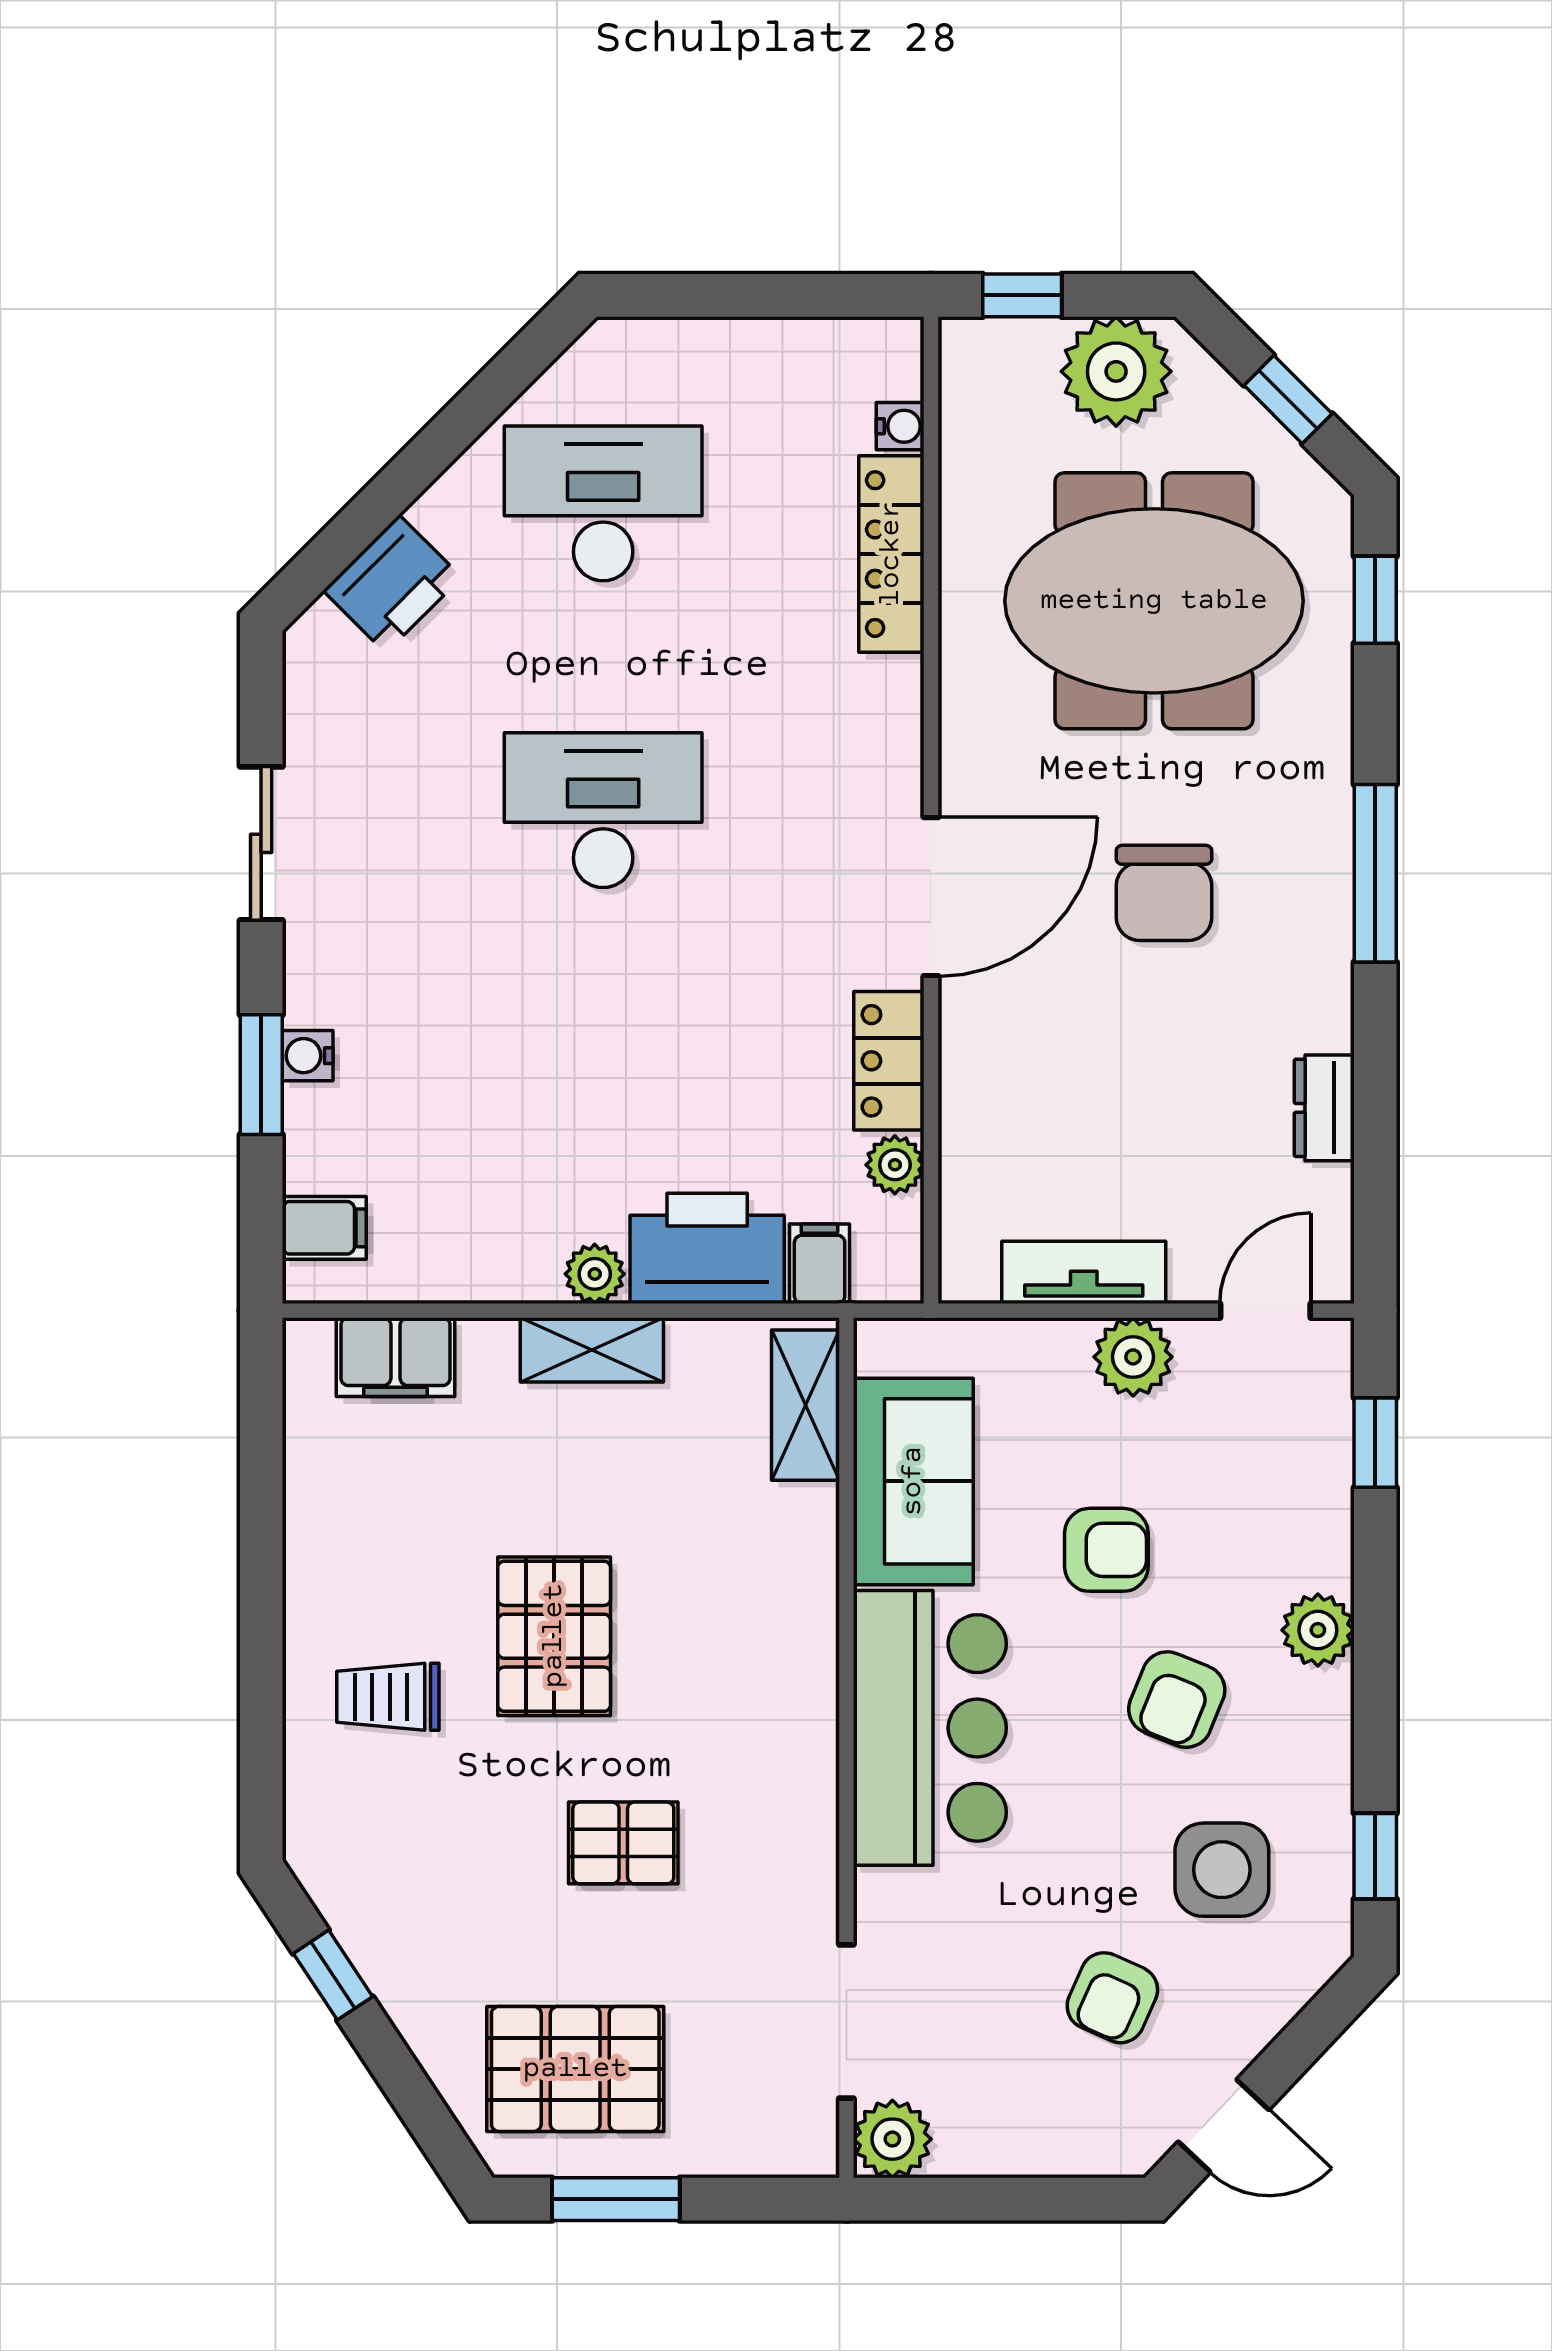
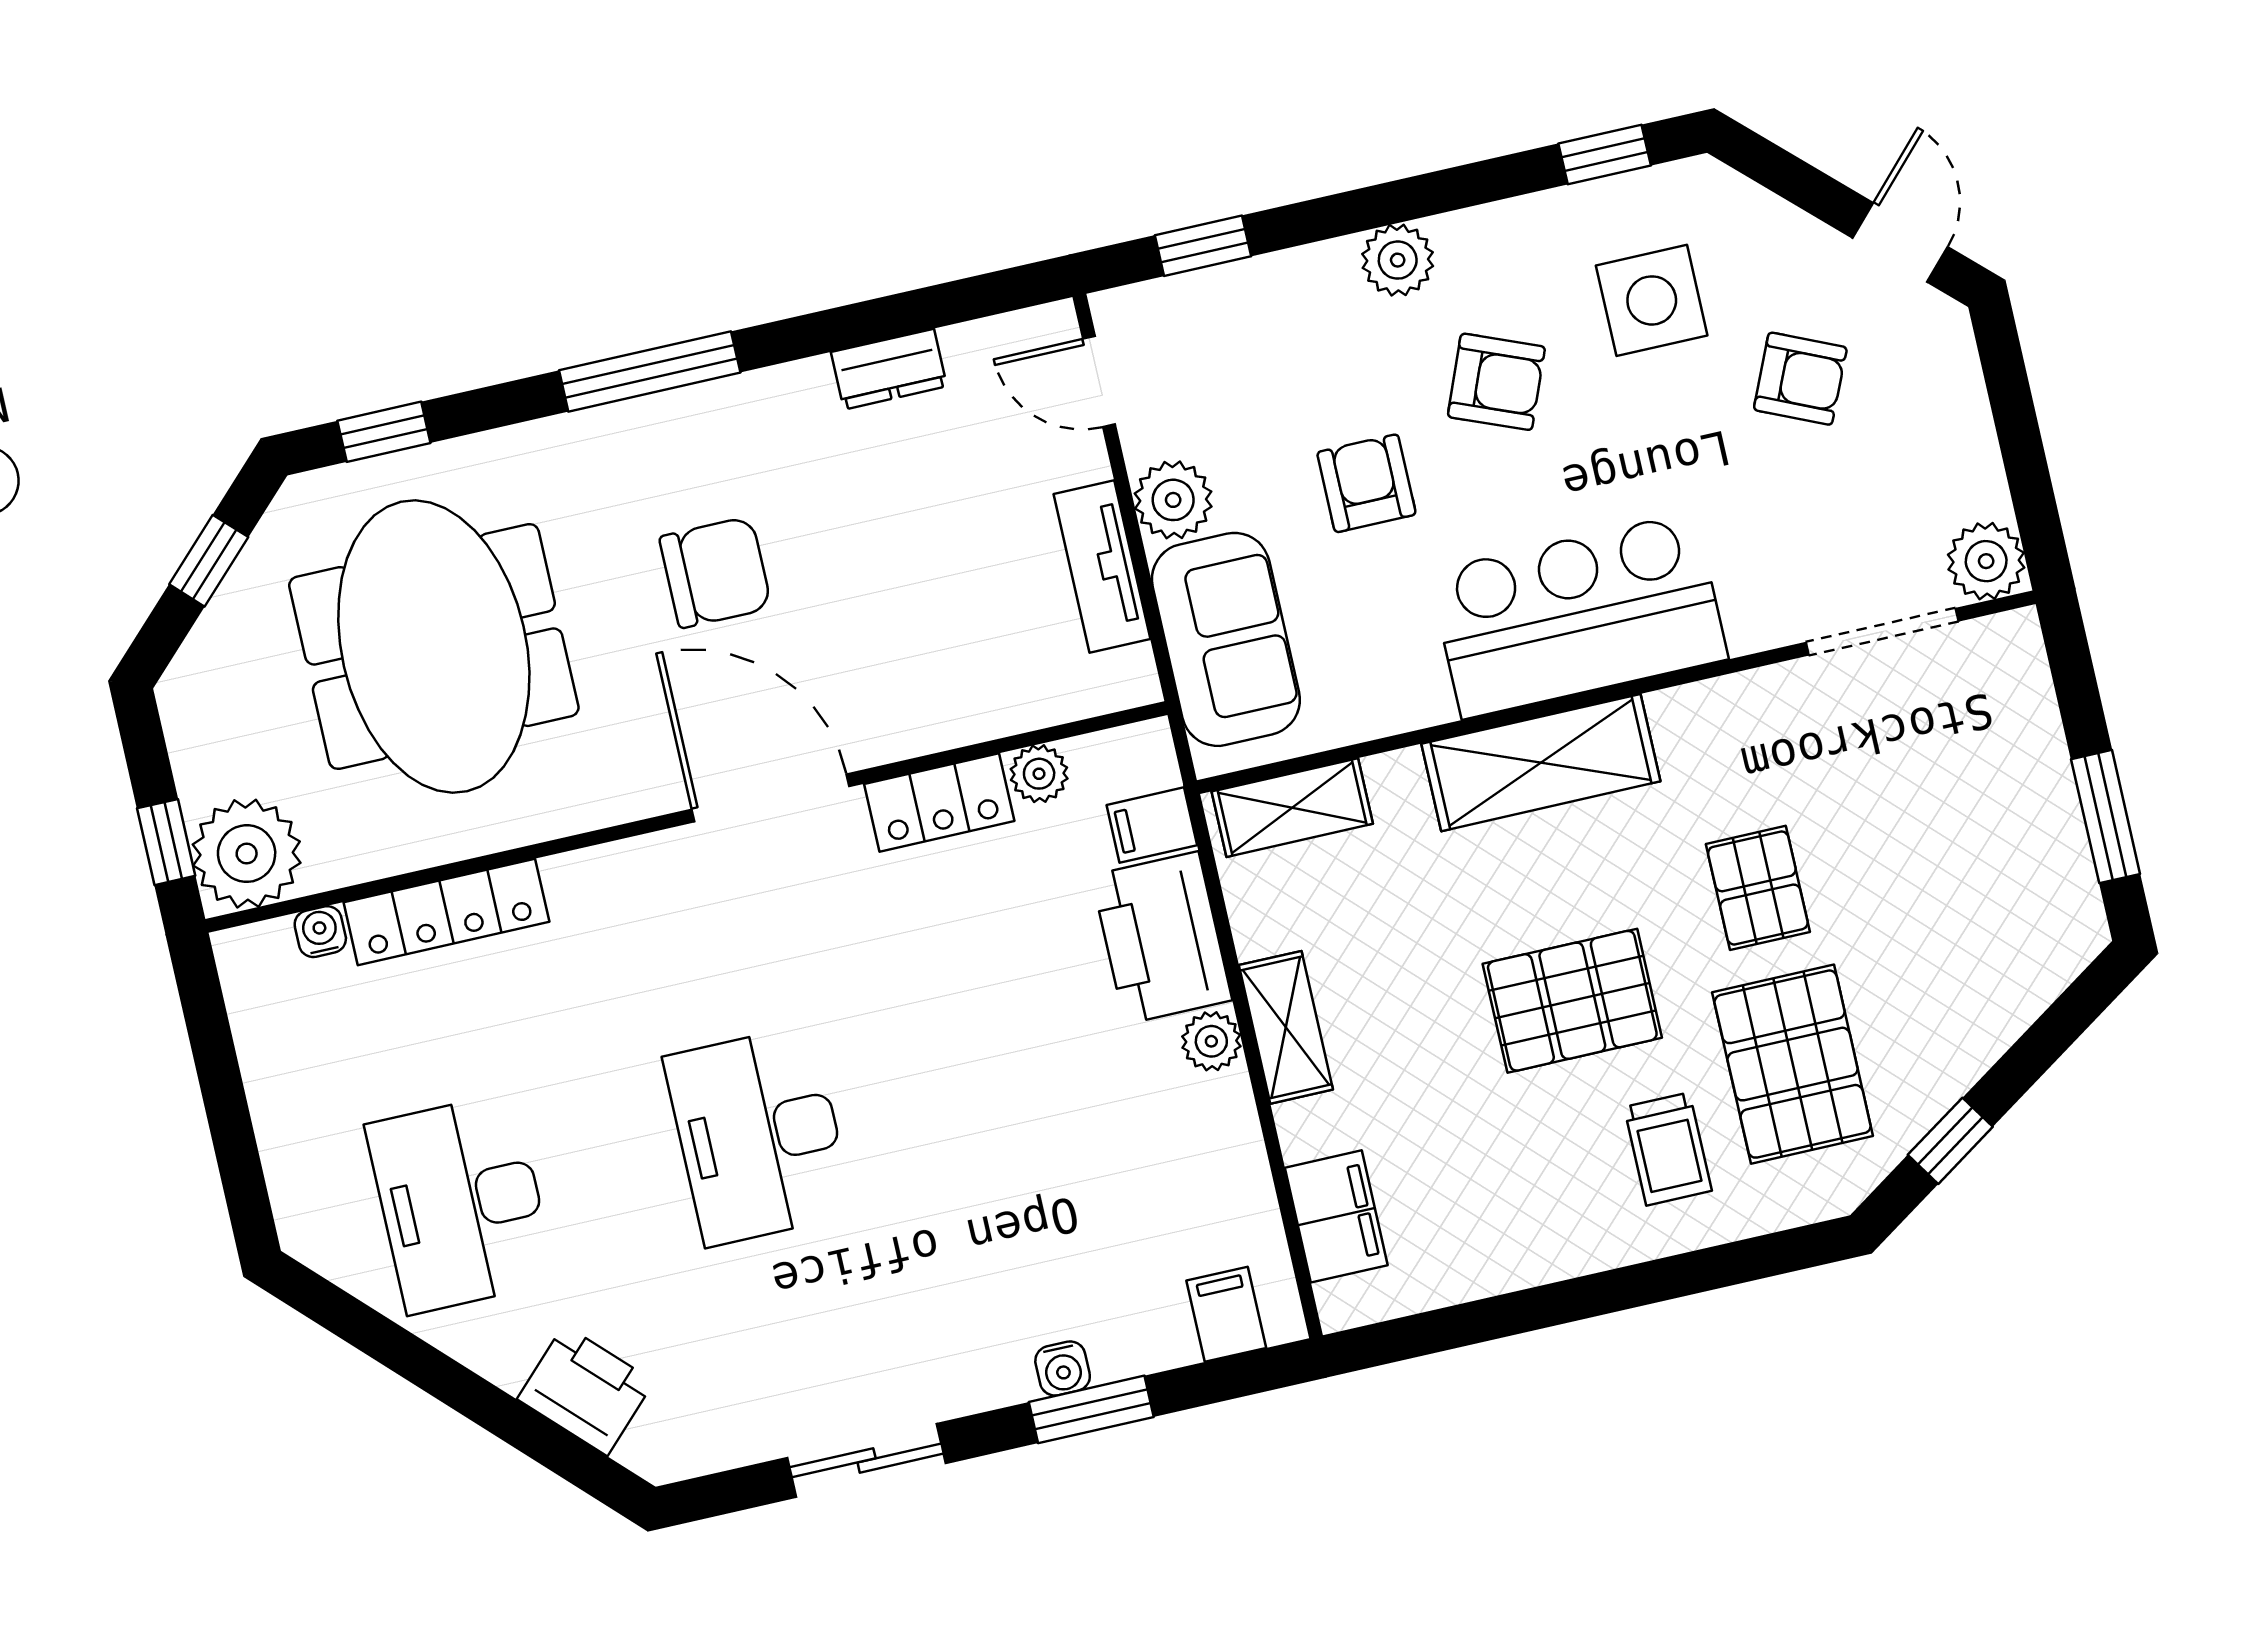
plant: (1116, 371) -> (247, 854), moved
sofa: (913, 1481) -> (1226, 639), moved, turned 90
shelving: (794, 1658) -> (1541, 763), added
pallet: (575, 2069) -> (1793, 1064), moved

